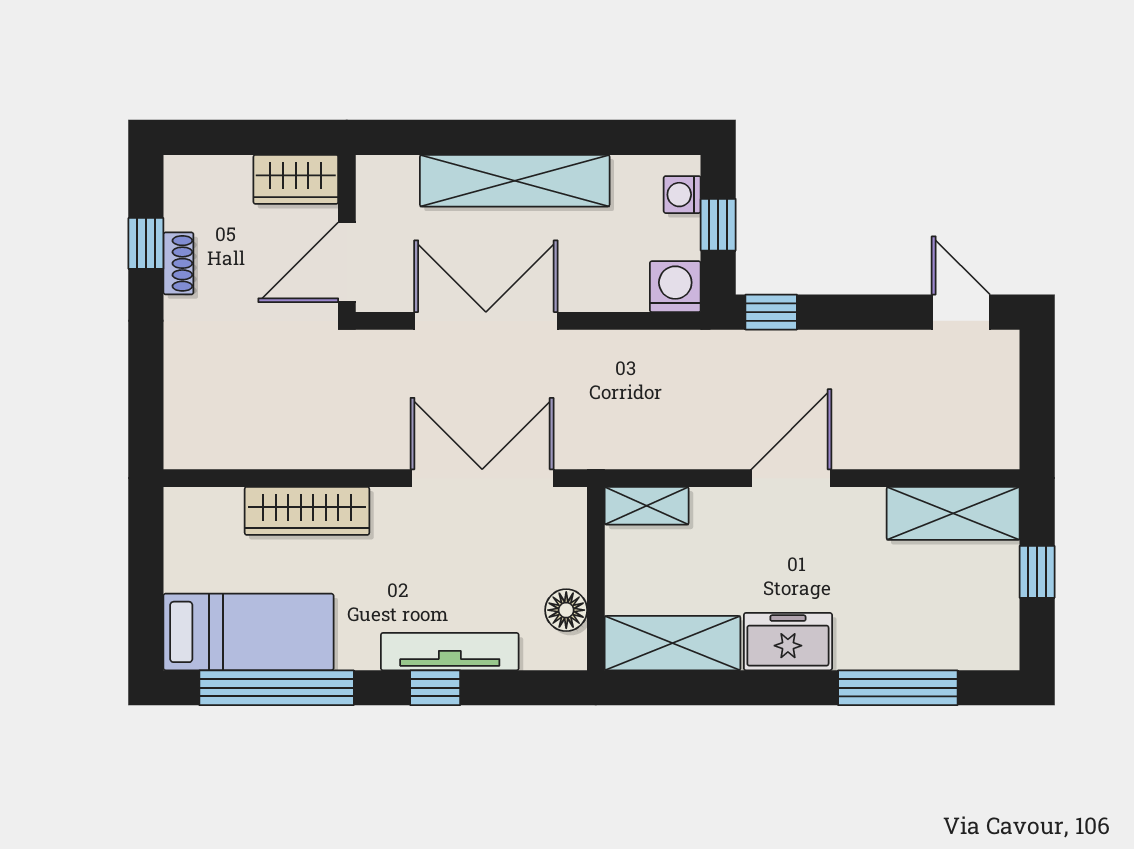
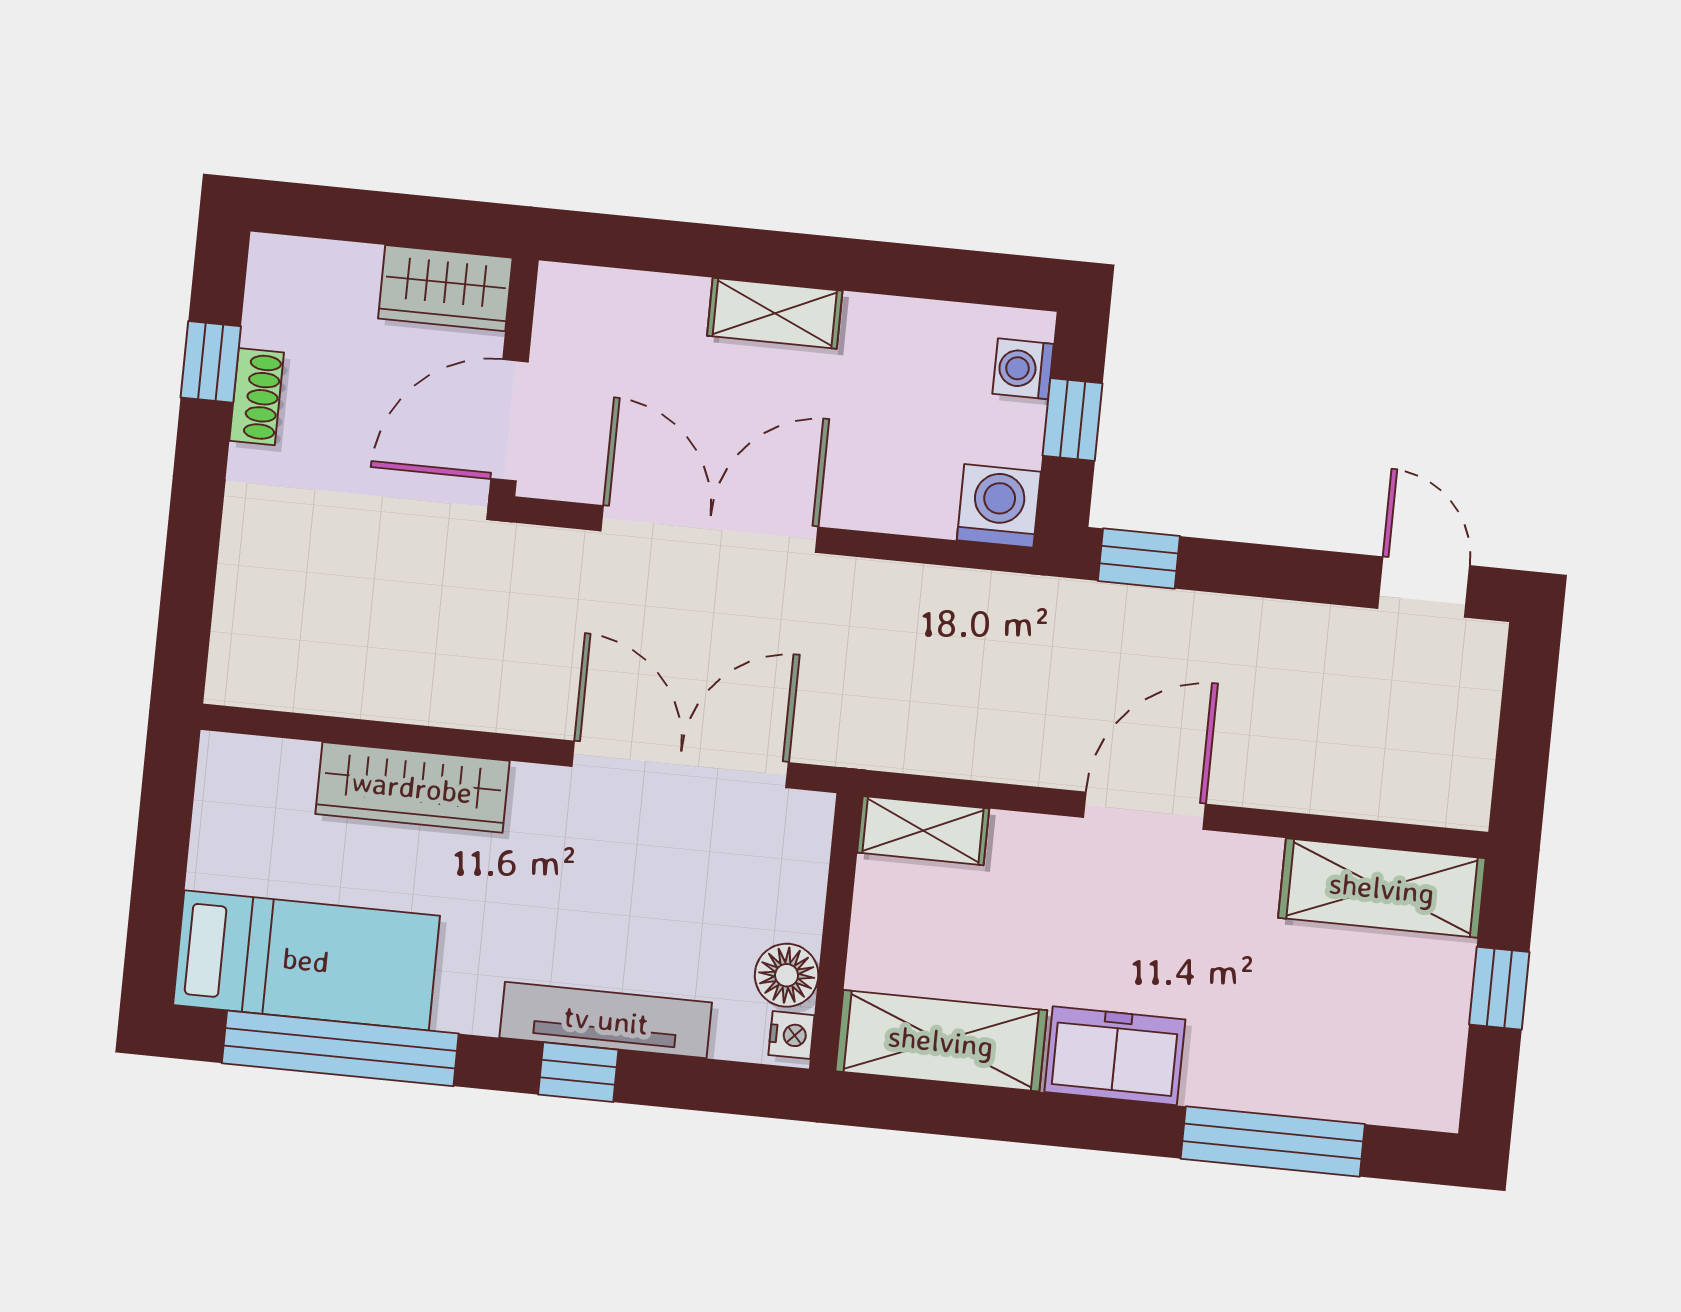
shelving: (515, 181) -> (775, 313), width x0.45, depth x0.75
nightstand: (573, 649) -> (791, 1035), added

